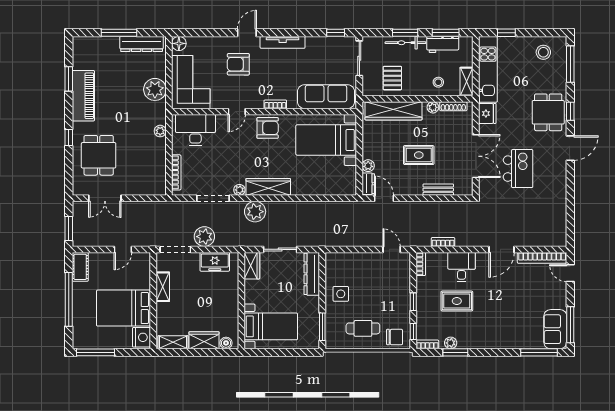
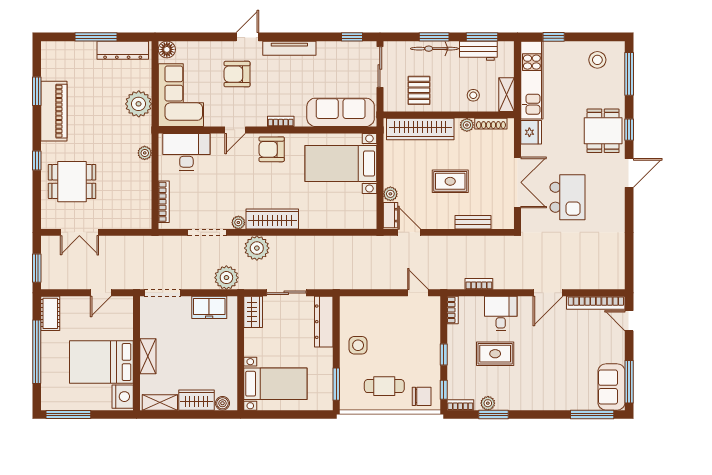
armchair: (268, 128) -> (272, 149), turned 180
dining table: (99, 155) -> (72, 182), turned 90
plant: (204, 237) -> (226, 278), moved
shelving: (163, 287) -> (148, 356), moved

